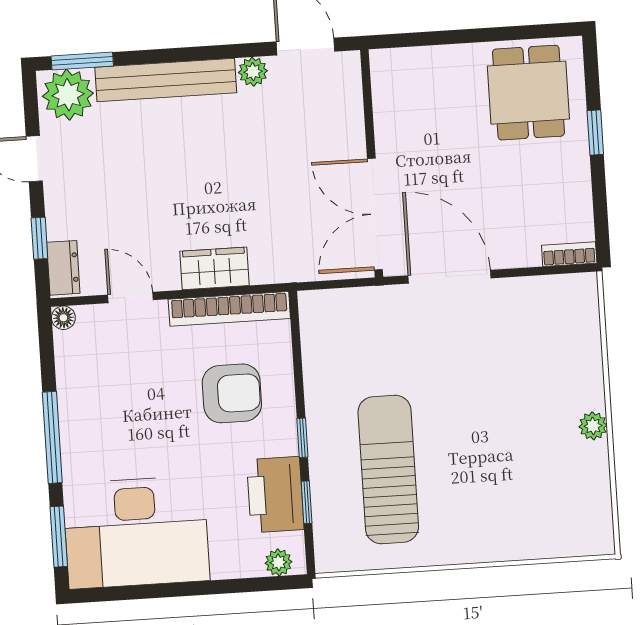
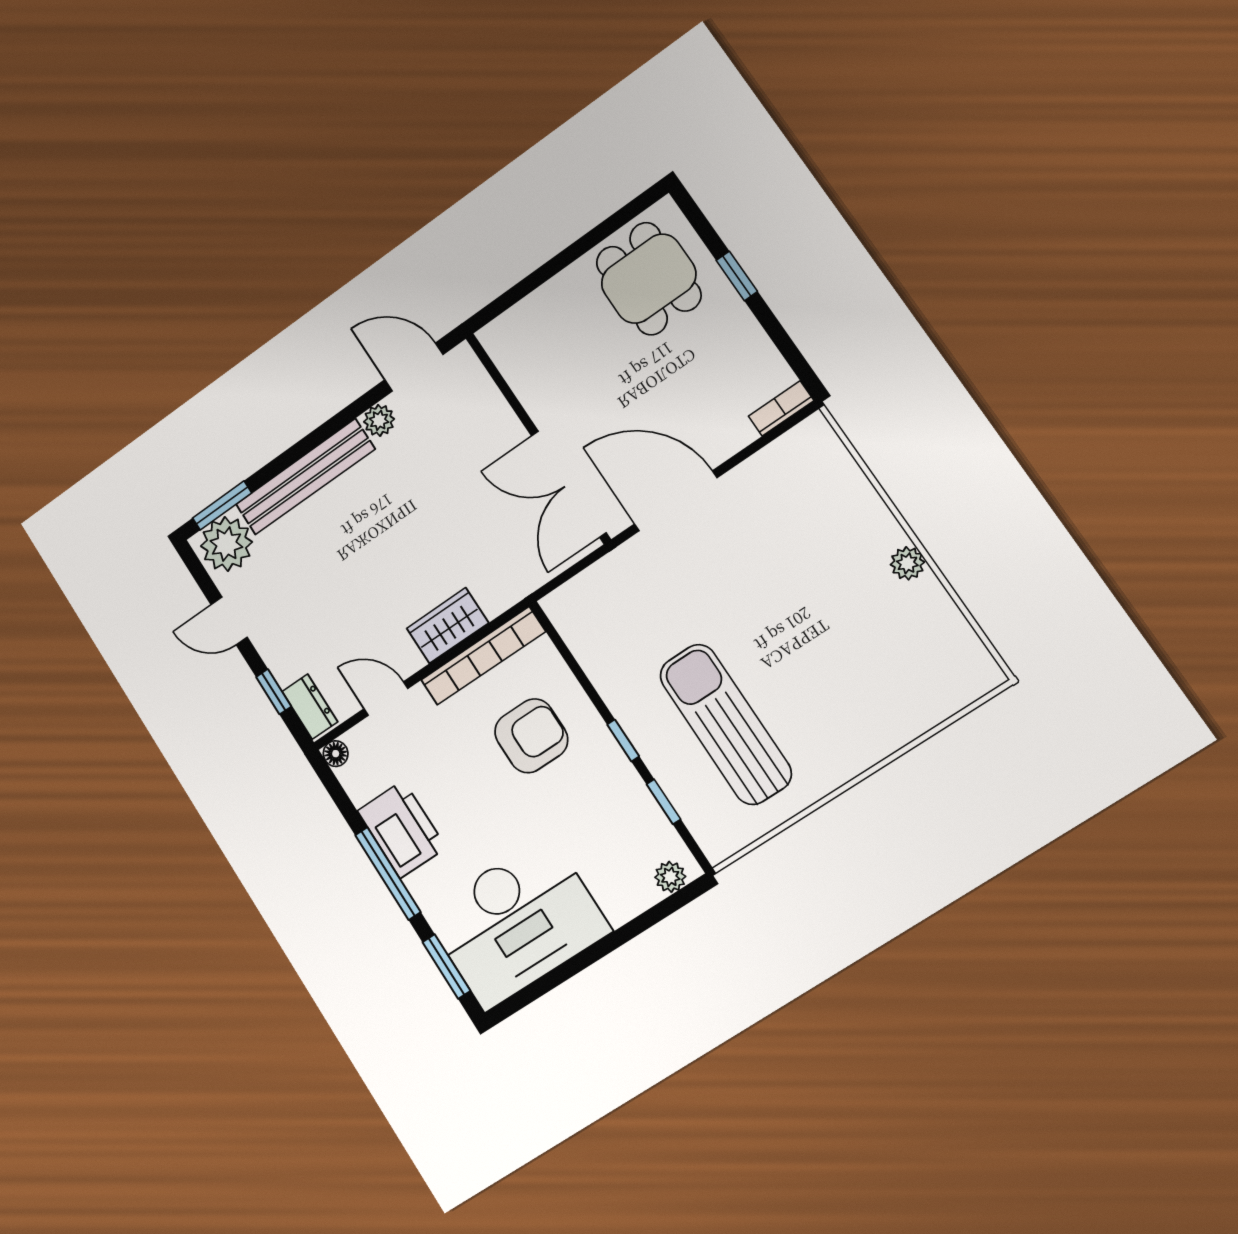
printer: (275, 495) -> (402, 829), moved, turned 180

